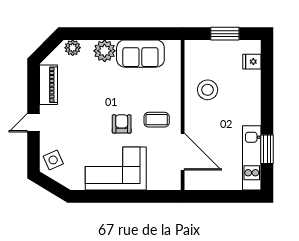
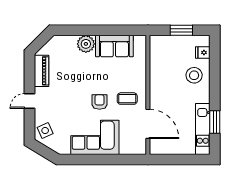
plant: (73, 48) -> (61, 42), removed
stool: (208, 90) -> (194, 75), moved

